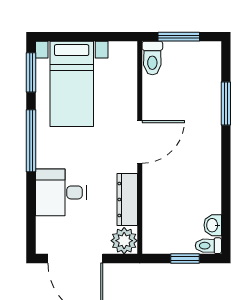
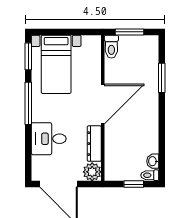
door: (140, 142) -> (103, 104), width x1.36

